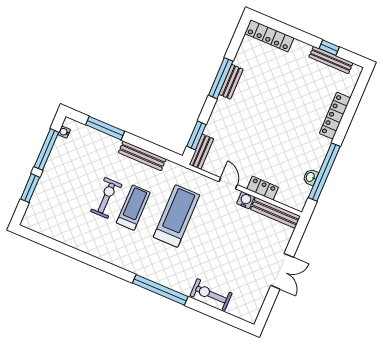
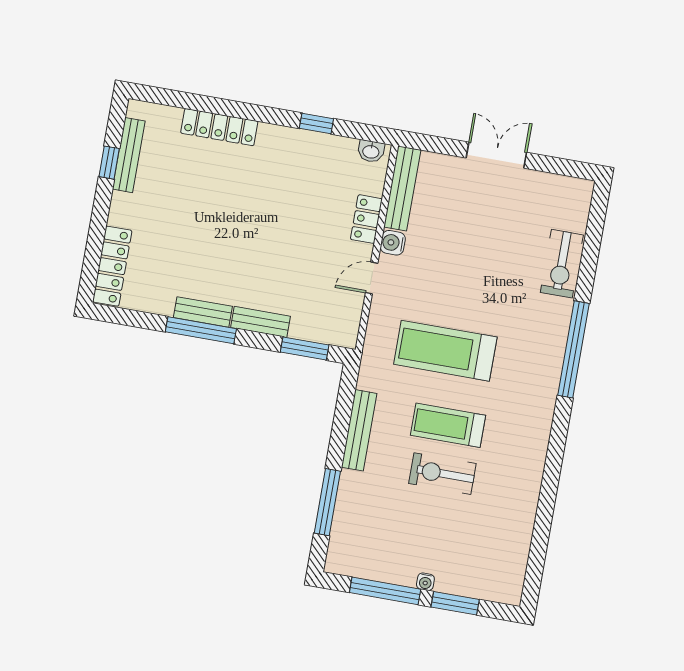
water cooler: (64, 132) -> (425, 582), moved
bench: (201, 152) -> (261, 322), moved
window: (324, 172) -> (316, 124), width x0.32
washbasin: (311, 177) -> (371, 151), moved

